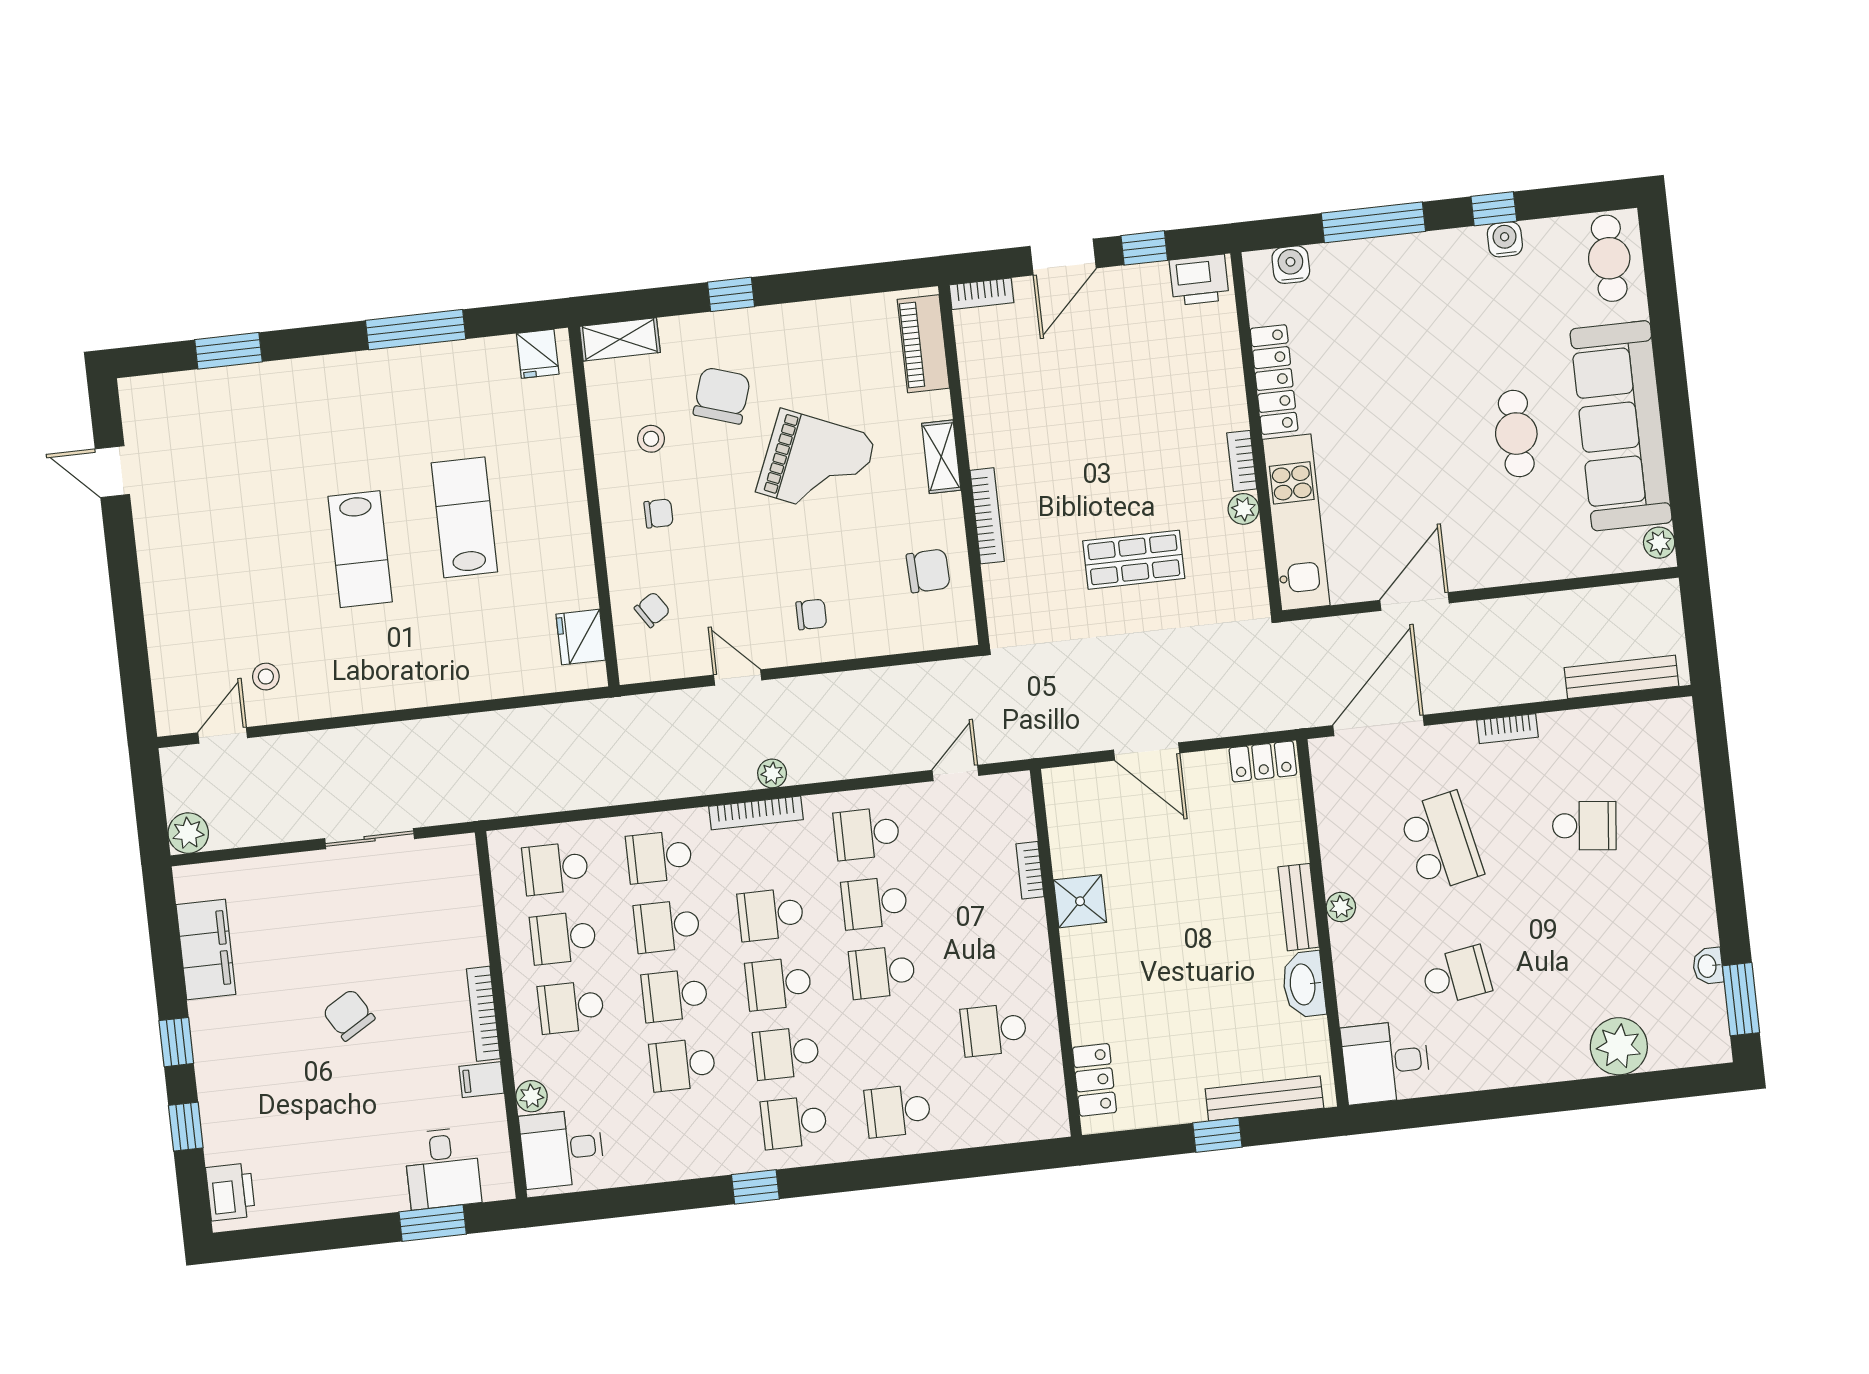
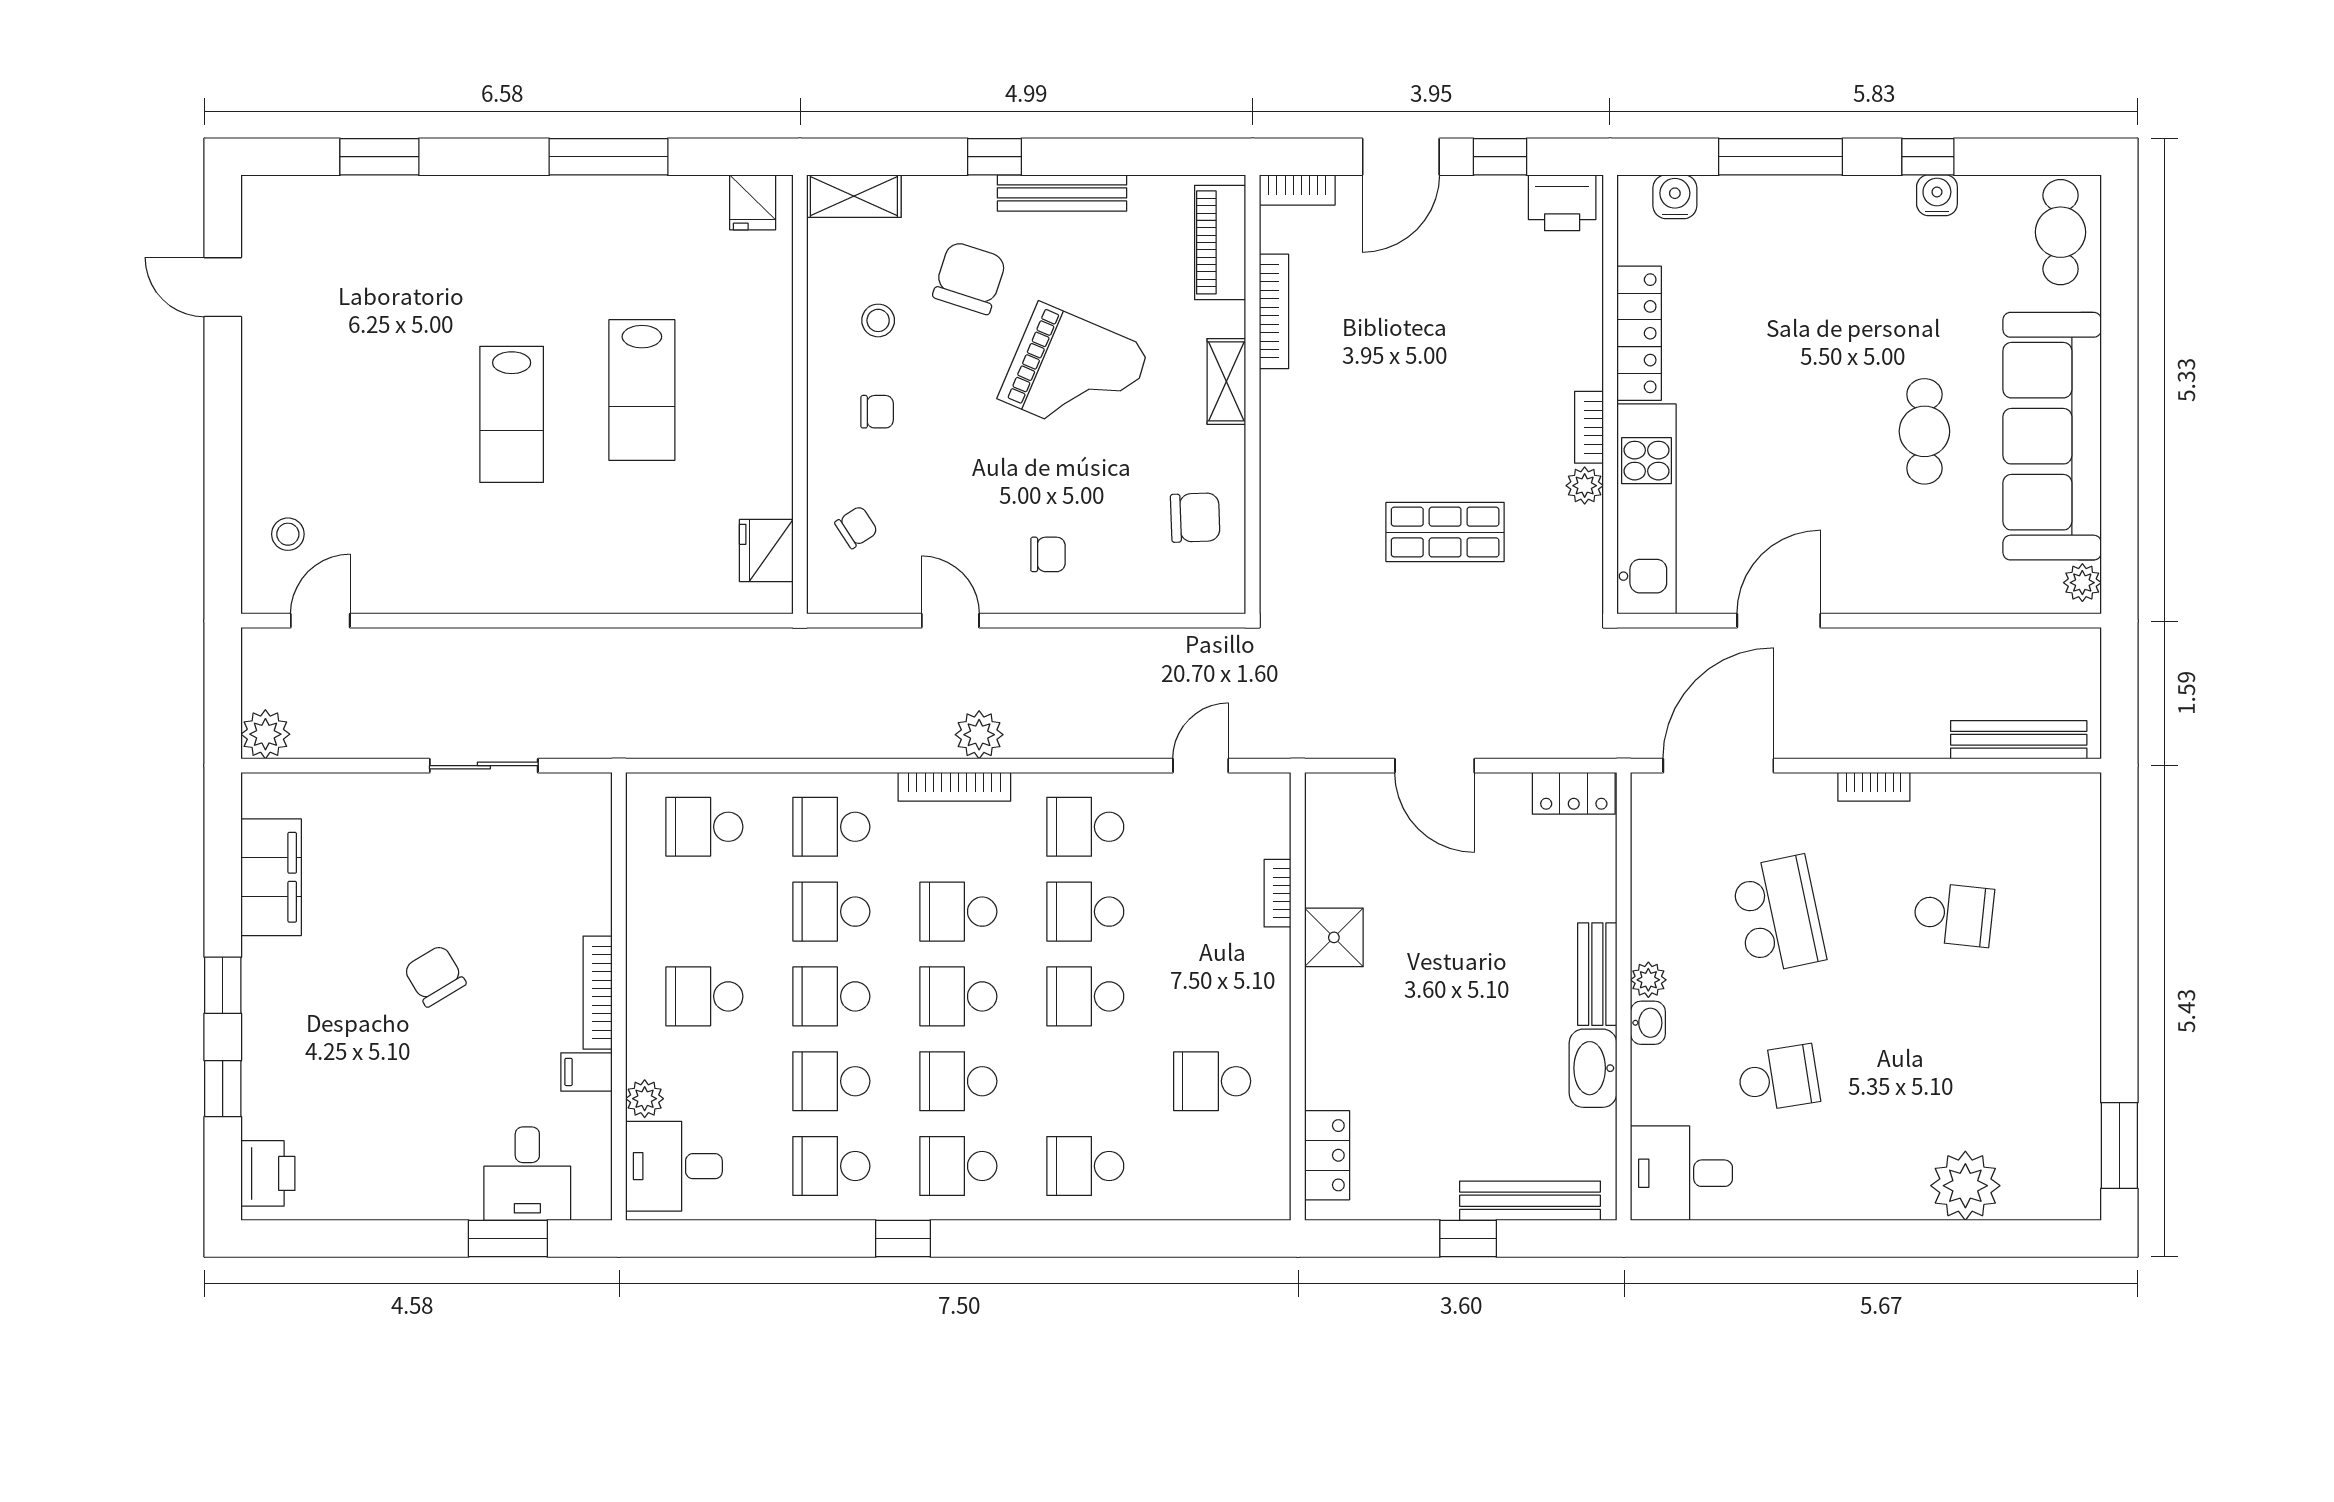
bench: (790, 318) -> (1062, 193), added
bookcase: (987, 516) -> (1274, 311), moved
lab bench: (464, 517) -> (642, 390), turned 180
stool: (266, 677) -> (288, 534), moved
plant: (772, 773) -> (979, 735), width x1.38, depth x1.38
school desk: (563, 938) -> (831, 1166), moved
washbasin: (1708, 966) -> (1648, 1023), moved, turned 180

